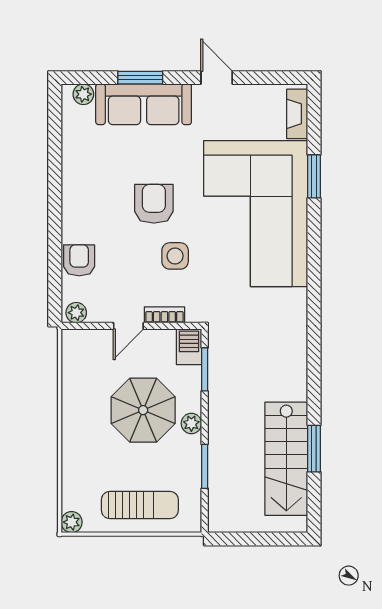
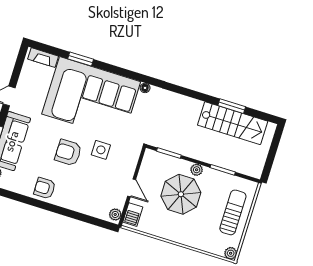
armchair: (79, 260) -> (45, 188), moved
floor lamp: (299, 297) -> (145, 88), added
bookcase: (164, 315) -> (132, 166), removed
barbecue: (189, 347) -> (133, 215), moved, turned -90

